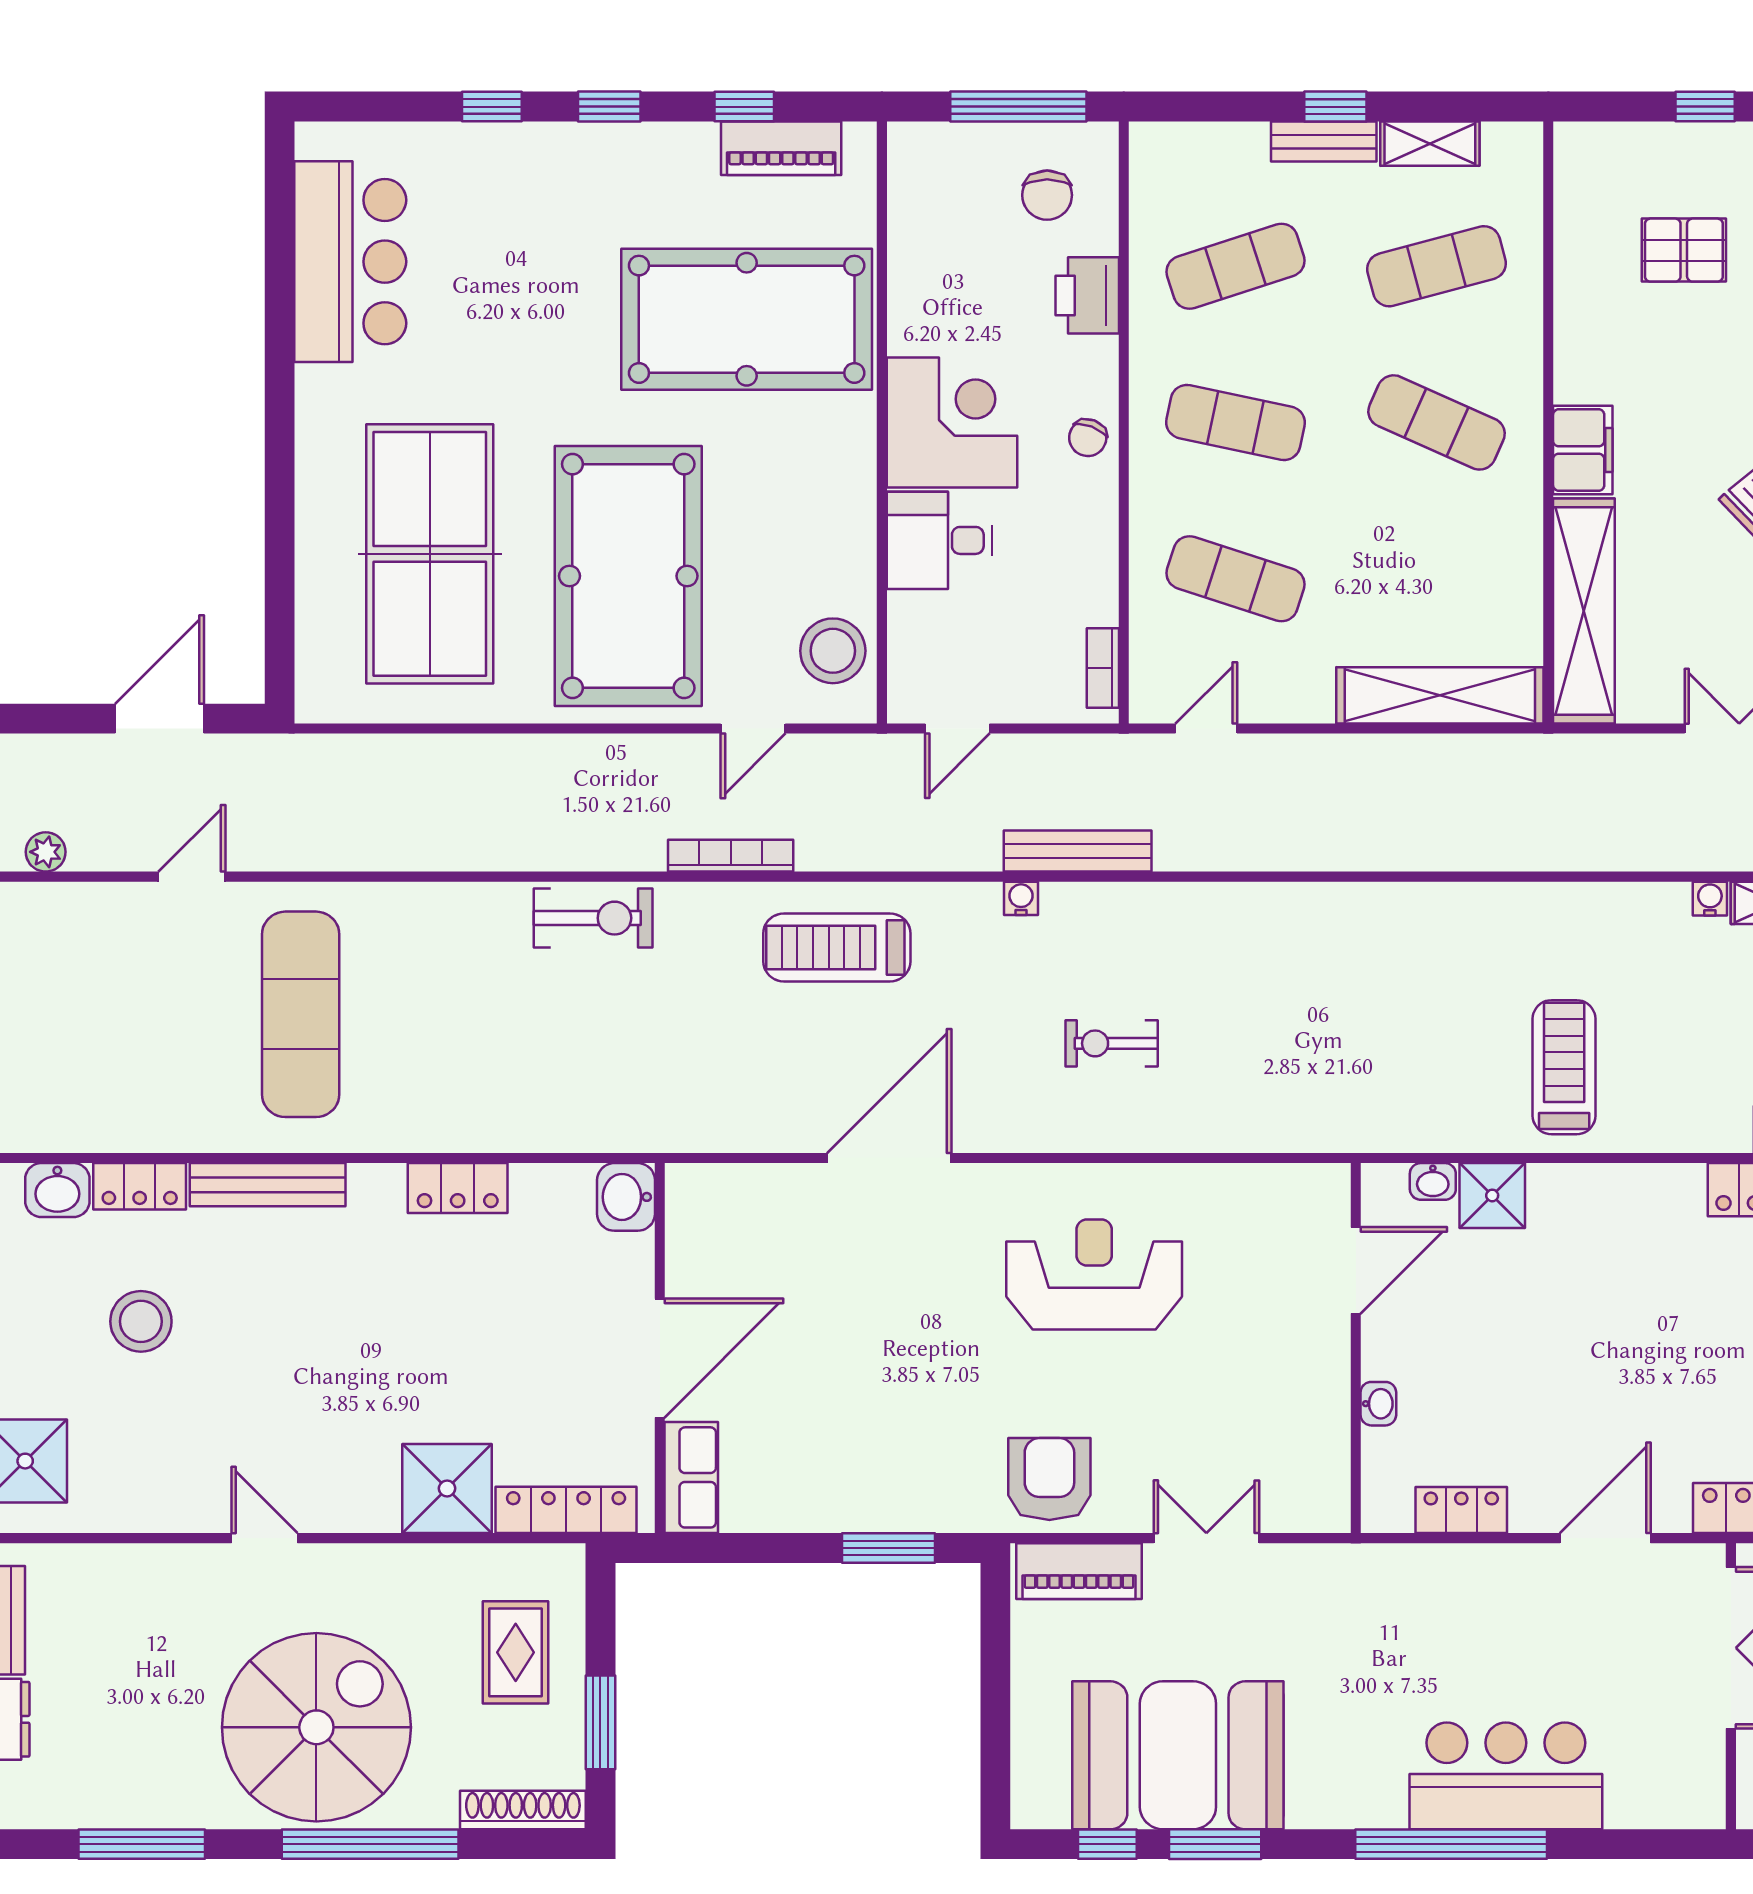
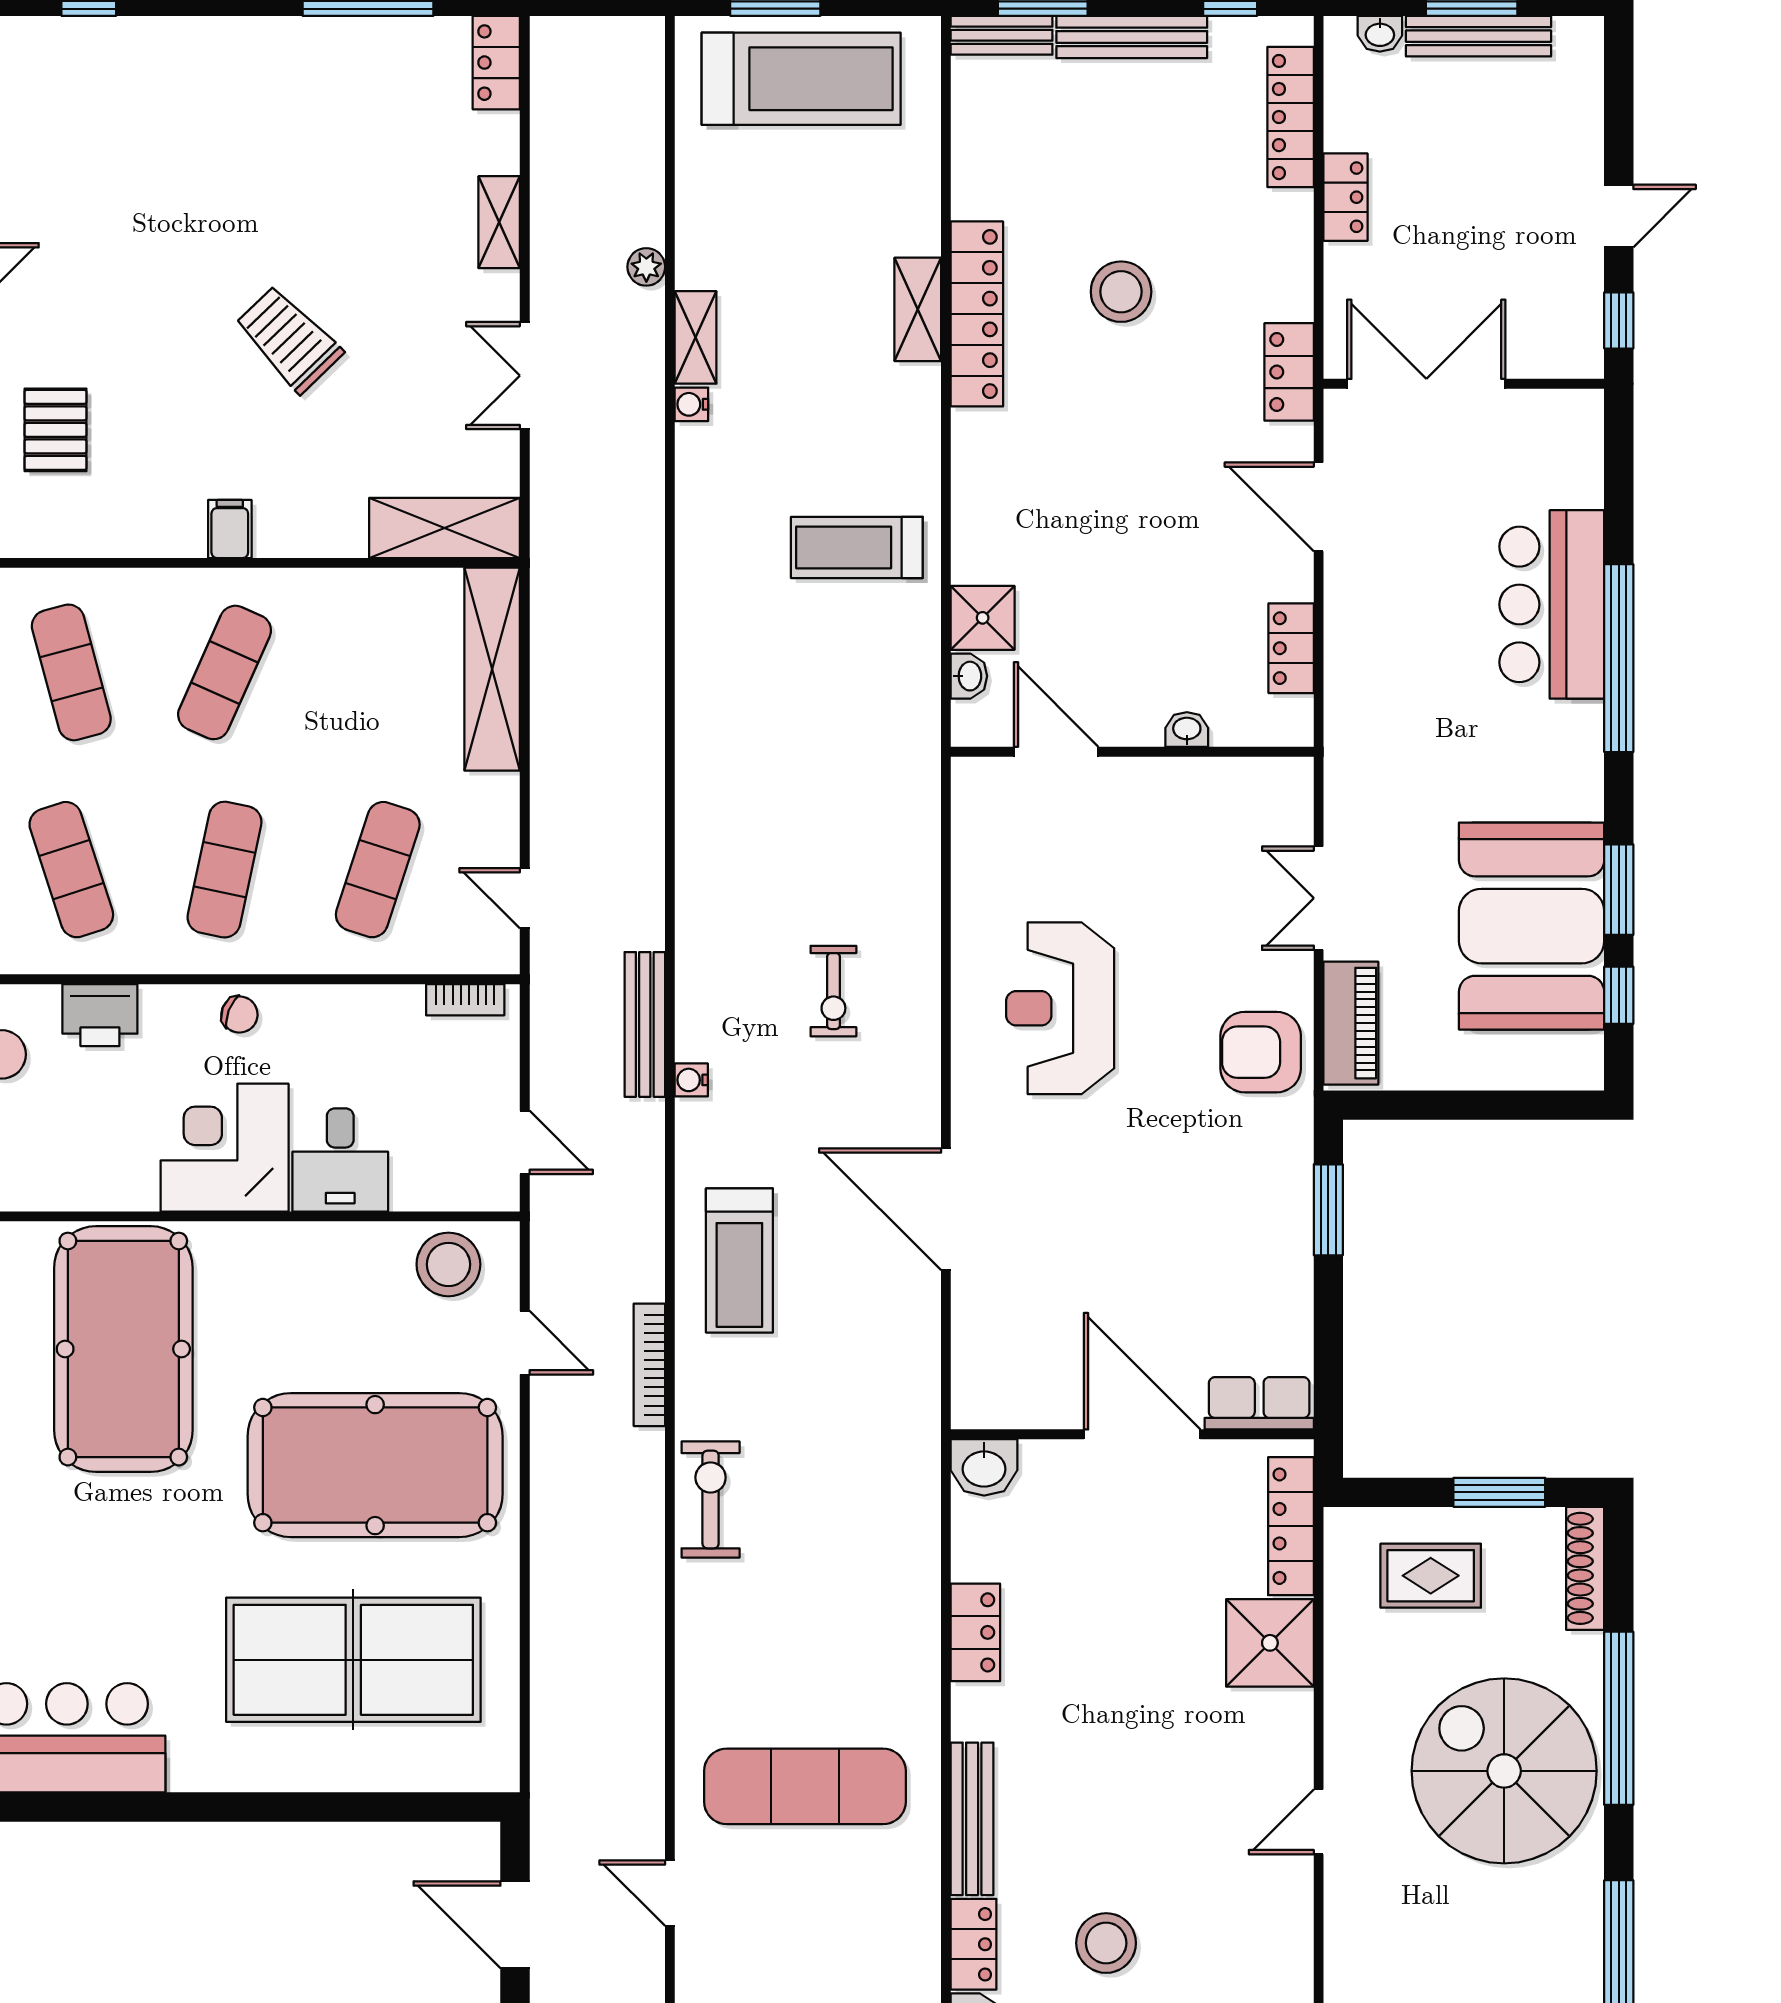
filing cabinet: (1583, 450) -> (230, 529), width x0.50
shelving: (1584, 611) -> (445, 528), width x0.68

